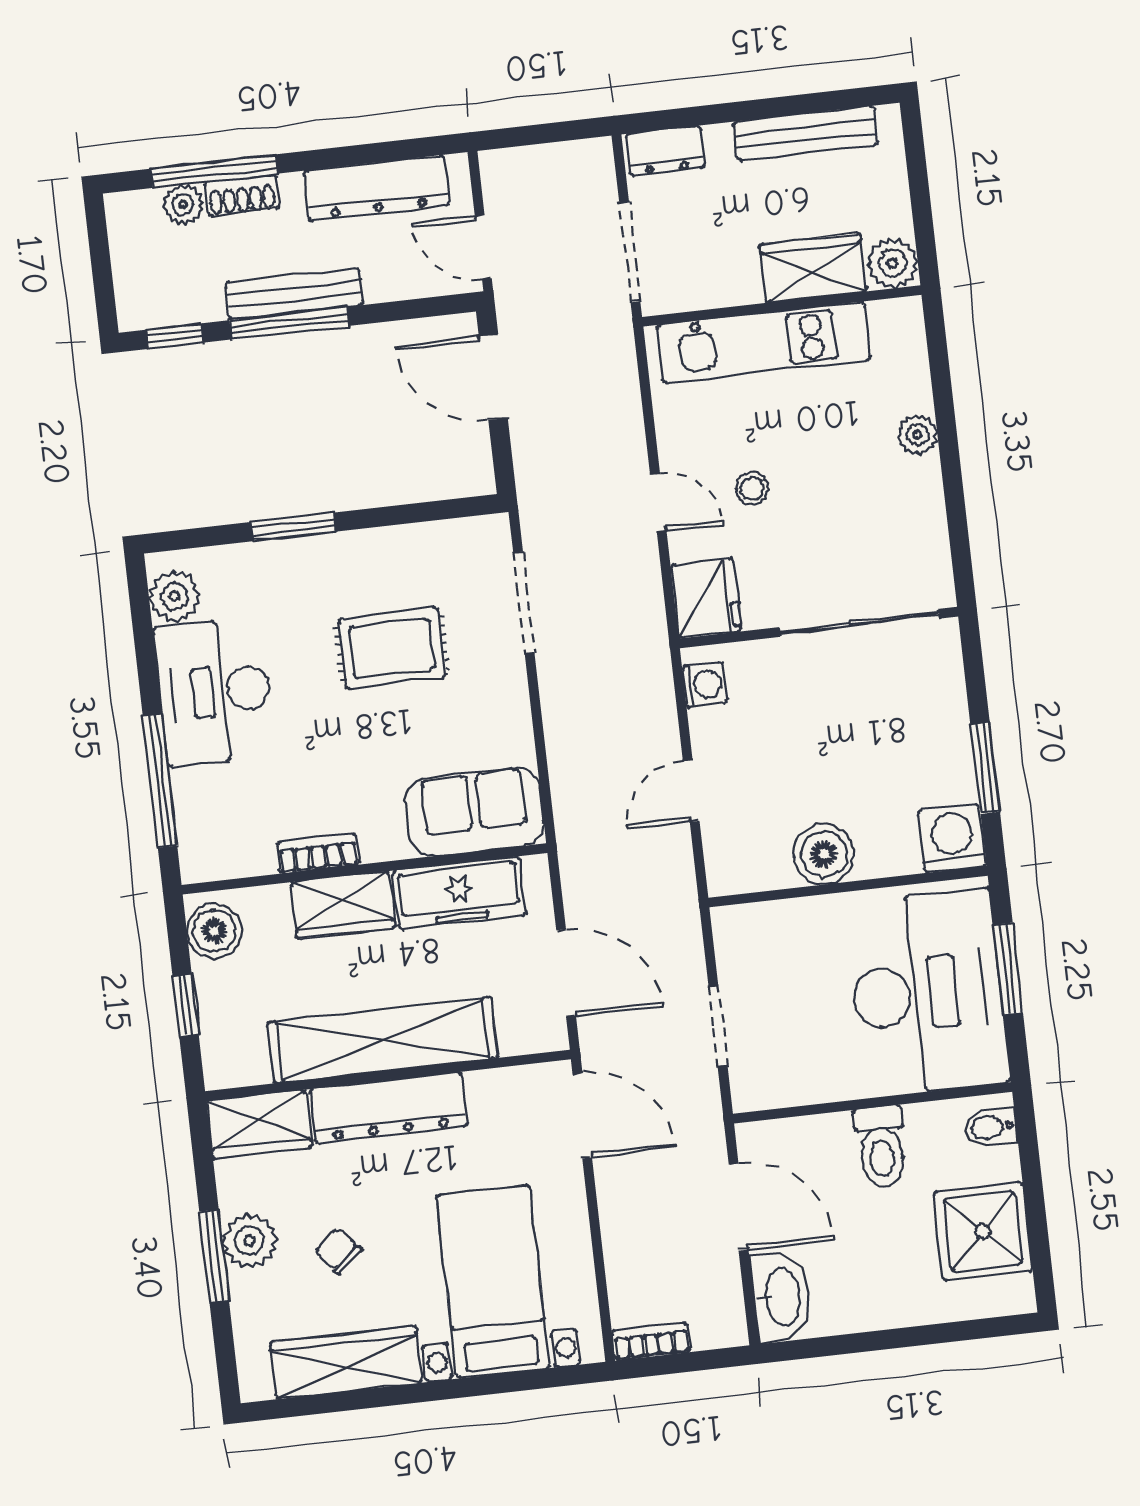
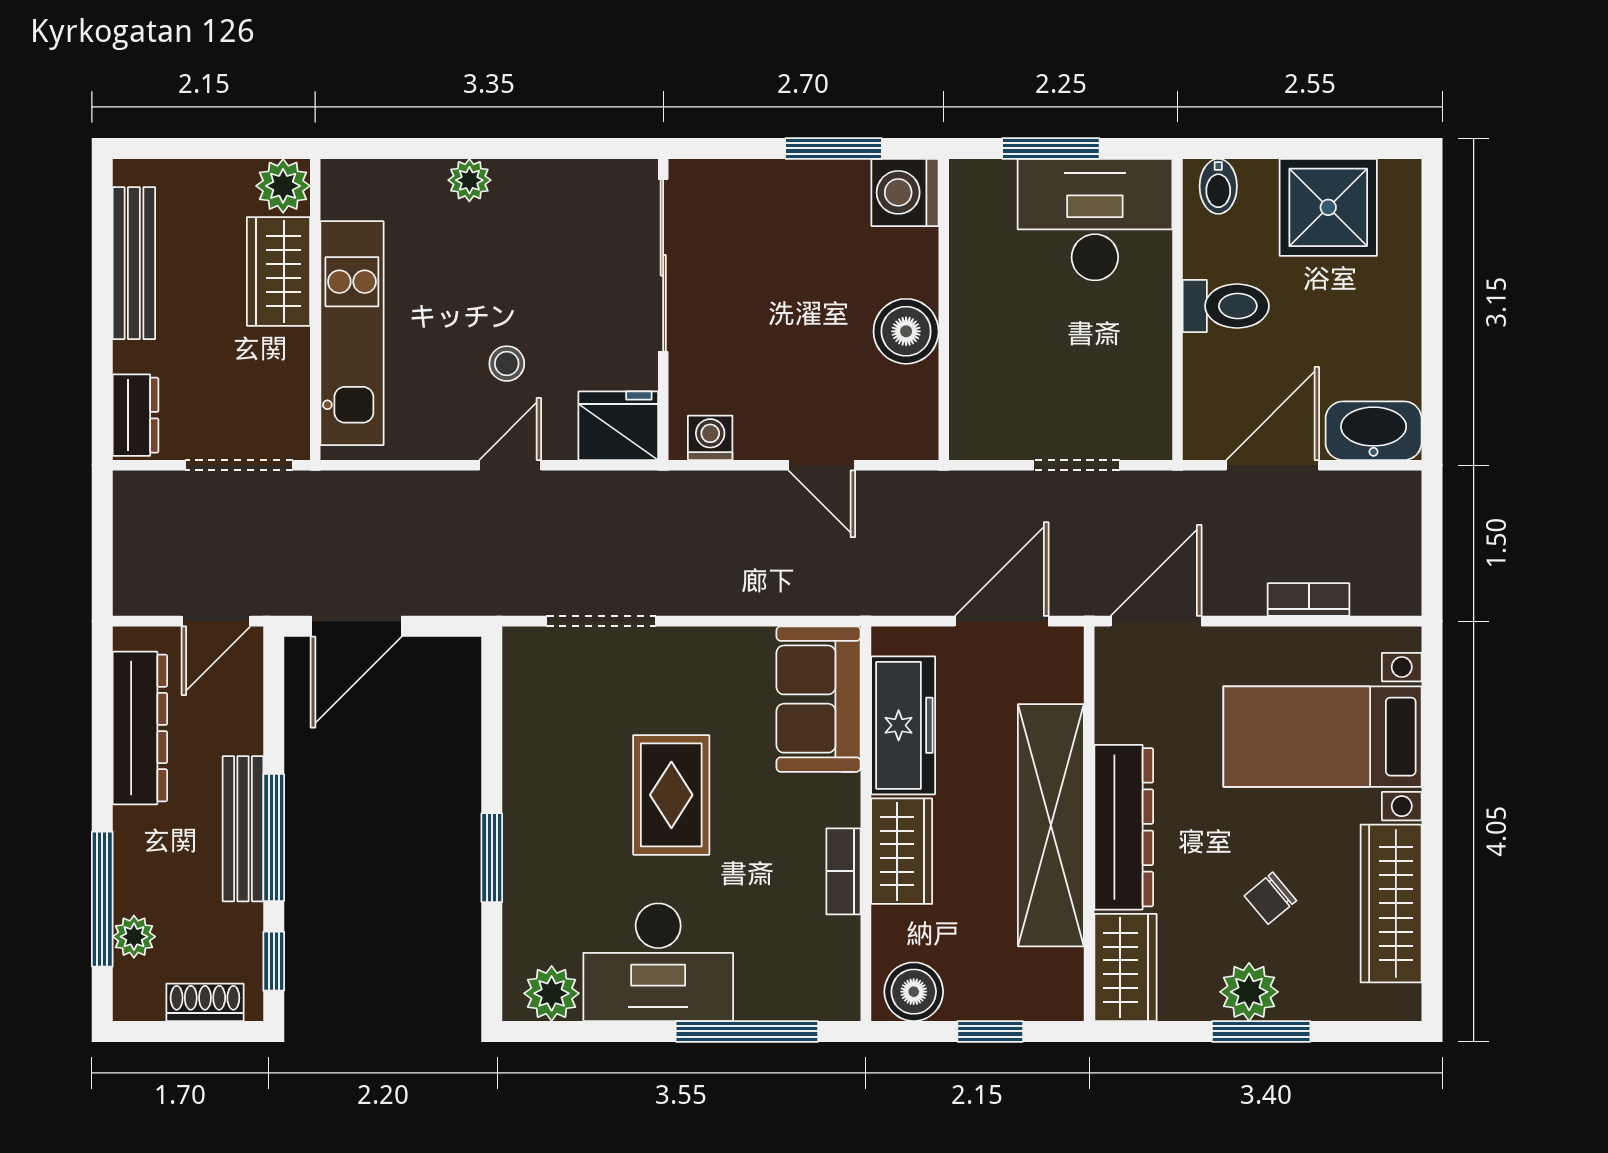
shoe rack: (242, 195) -> (205, 1002), moved, turned -90
rug: (392, 648) -> (671, 795), moved
desk: (927, 993) -> (1095, 220), width x0.73, depth x0.77
bookcase: (651, 1341) -> (1309, 600), moved, turned 90

